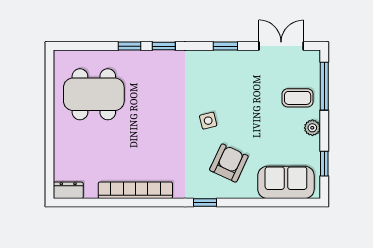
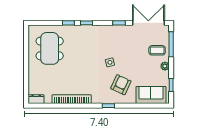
double door: (281, 46) -> (148, 23), width x1.37
dining table: (94, 94) -> (50, 48), turned 90

